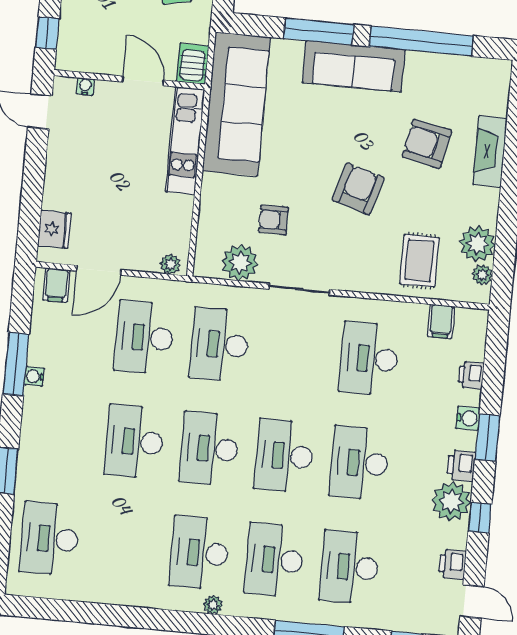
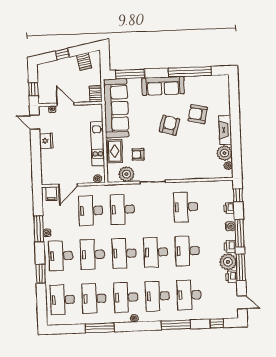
window: (319, 31) -> (130, 74), moved
door: (143, 81) -> (65, 104), moved
kitchen unit: (185, 141) -> (97, 144), moved
fireplace: (490, 151) -> (225, 130), moved
armchair: (358, 189) -> (169, 125), moved
fridge: (54, 229) -> (46, 141), moved
rug: (419, 261) -> (115, 151), moved
filing cabinet: (441, 321) -> (214, 187), removed
window: (496, 348) -> (238, 195), added
desk: (59, 434) -> (61, 256), added
window: (487, 438) -> (239, 233), width x1.44
window: (480, 518) -> (241, 267), width x2.17
desk: (125, 546) -> (94, 299), added
printer: (452, 564) -> (231, 277), moved
window: (128, 617) -> (100, 328), added

